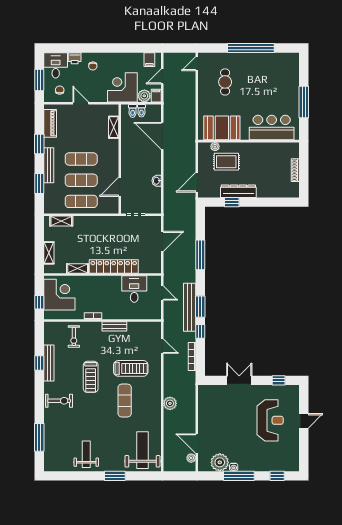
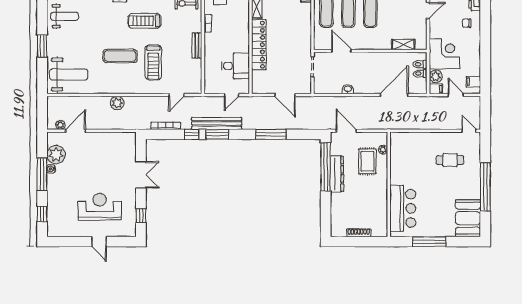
booth: (222, 128) -> (468, 218), moved
window: (232, 202) -> (326, 167), width x3.17
reception desk: (270, 420) -> (100, 207), turned 180

